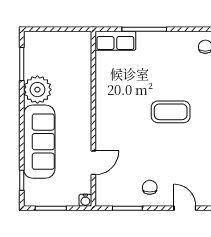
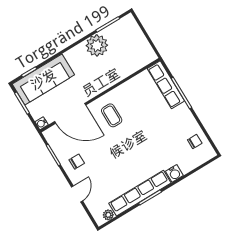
row of seats: (115, 41) -> (166, 85), width x1.48
coffee table: (171, 112) -> (112, 115), moved, width x0.73, depth x0.77
sofa: (39, 142) -> (43, 79), moved
door: (93, 163) -> (70, 113), width x1.87

